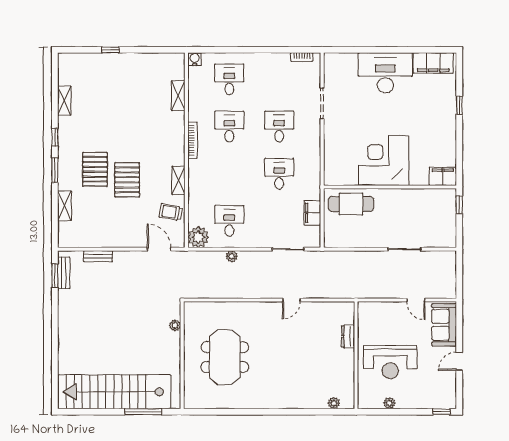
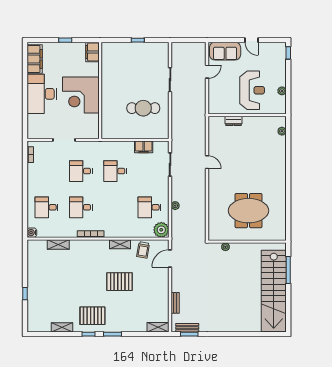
corner desk: (384, 161) -> (81, 95), moved
pallet: (95, 169) -> (92, 316), moved
filing cabinet: (443, 176) -> (92, 52), moved
wall: (390, 187) -> (100, 90), moved
cafe table: (351, 204) -> (143, 108), moved, turned 90
shelving: (64, 206) -> (158, 327), moved

